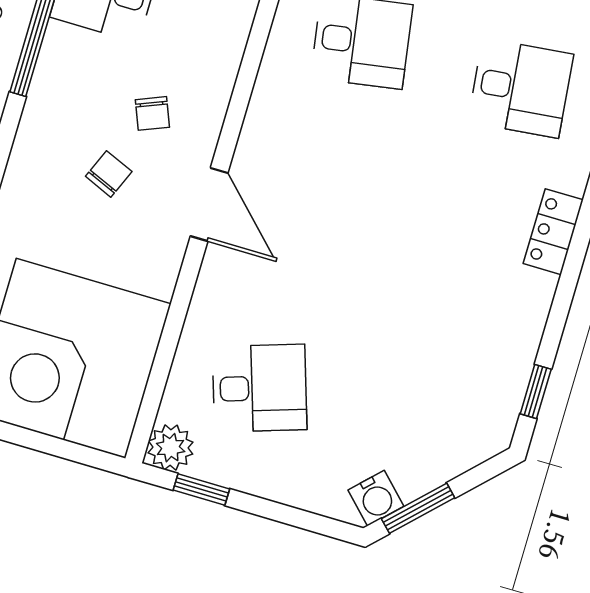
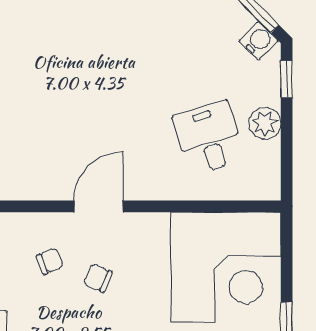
plant: (171, 448) -> (265, 123), moved
window: (201, 490) -> (287, 79), moved

